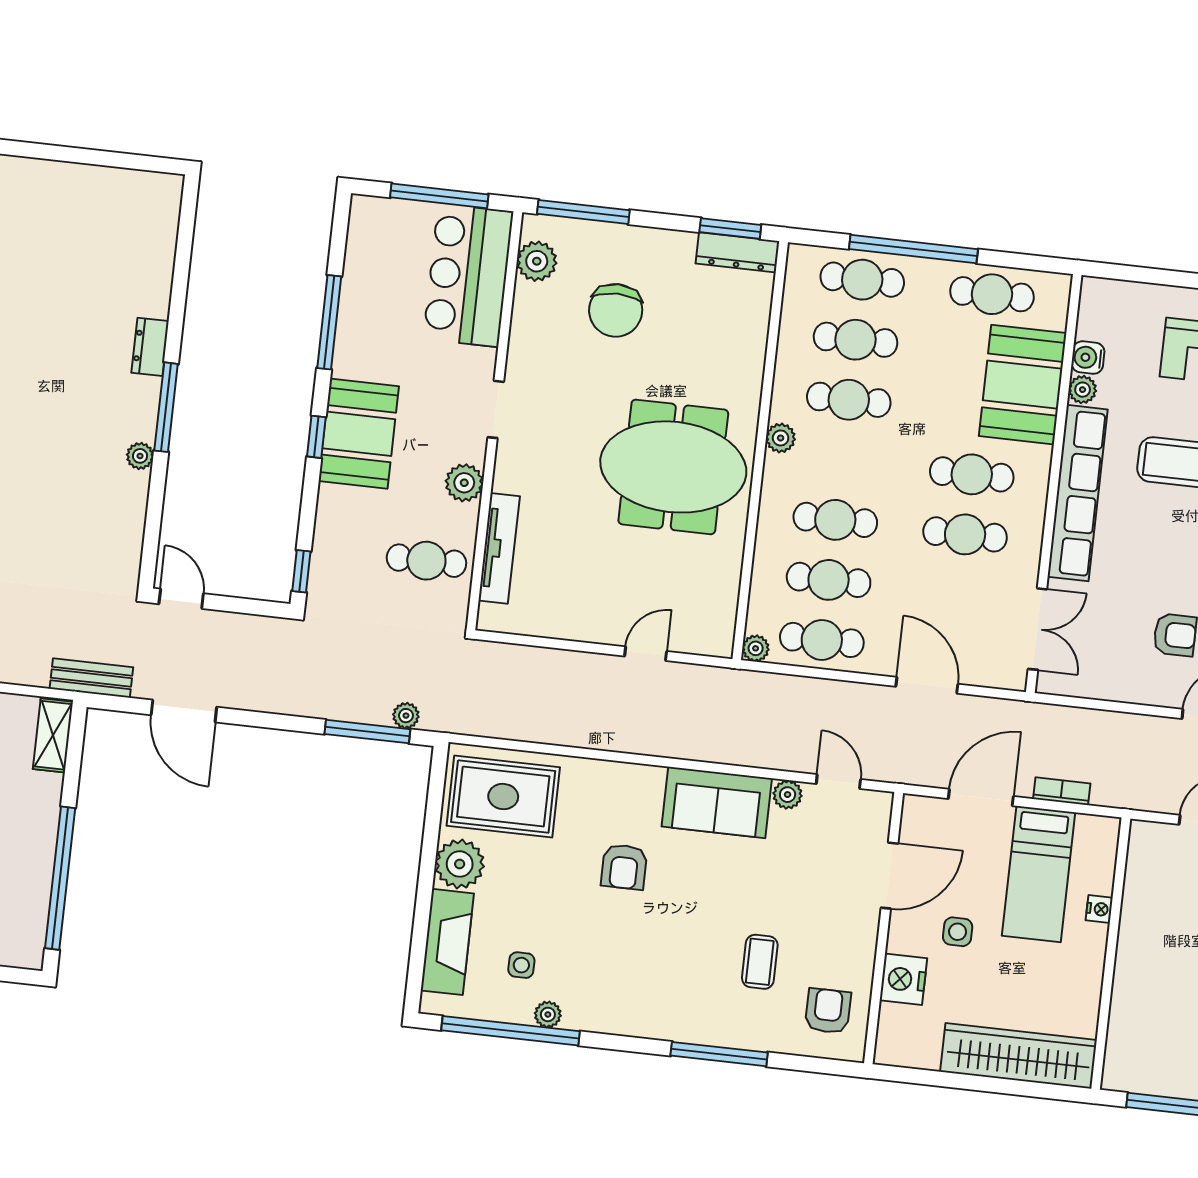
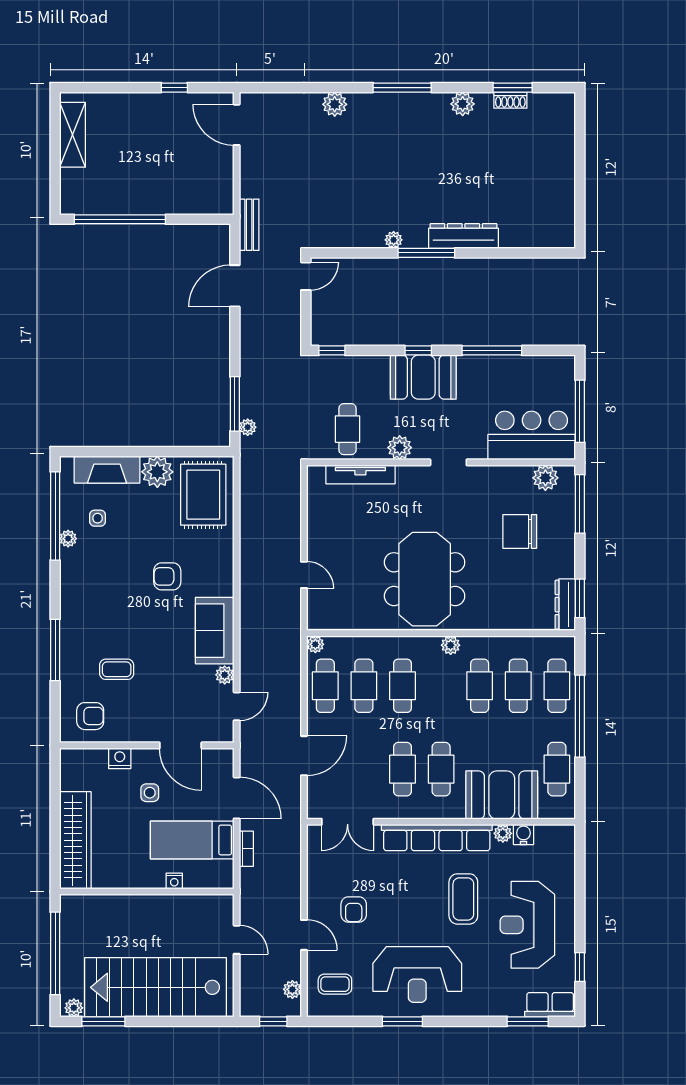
dresser: (150, 347) -> (464, 236), width x1.96, depth x1.24
shelving: (53, 735) -> (210, 204), removed
nightstand: (903, 979) -> (120, 758), width x0.74, depth x0.75

